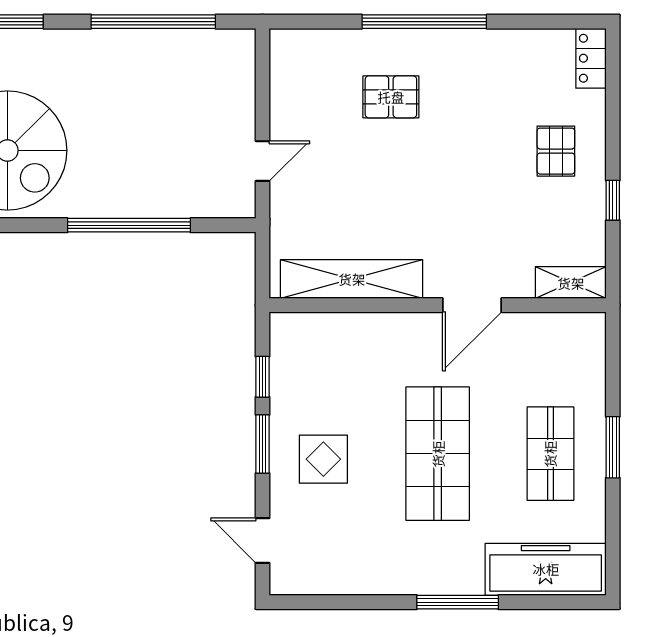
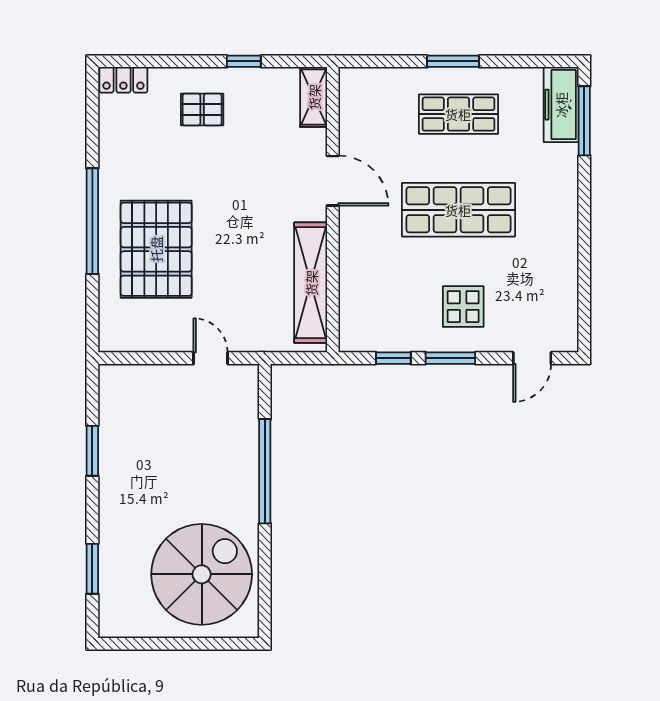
window: (153, 22) -> (92, 451), width x0.47
pallet: (391, 97) -> (156, 249), width x2.05, depth x2.00
freezer: (546, 569) -> (561, 105), width x0.73, depth x0.79
window: (458, 602) -> (584, 121), moved

